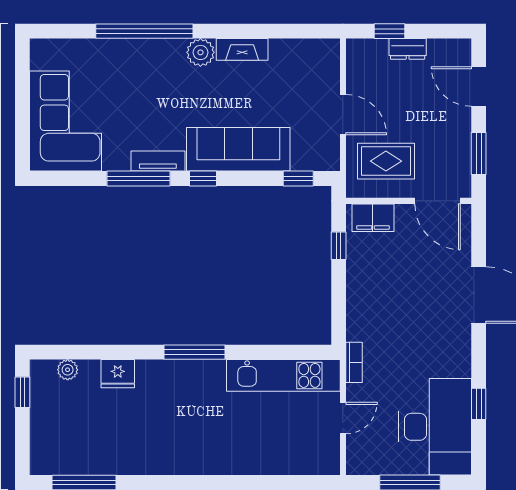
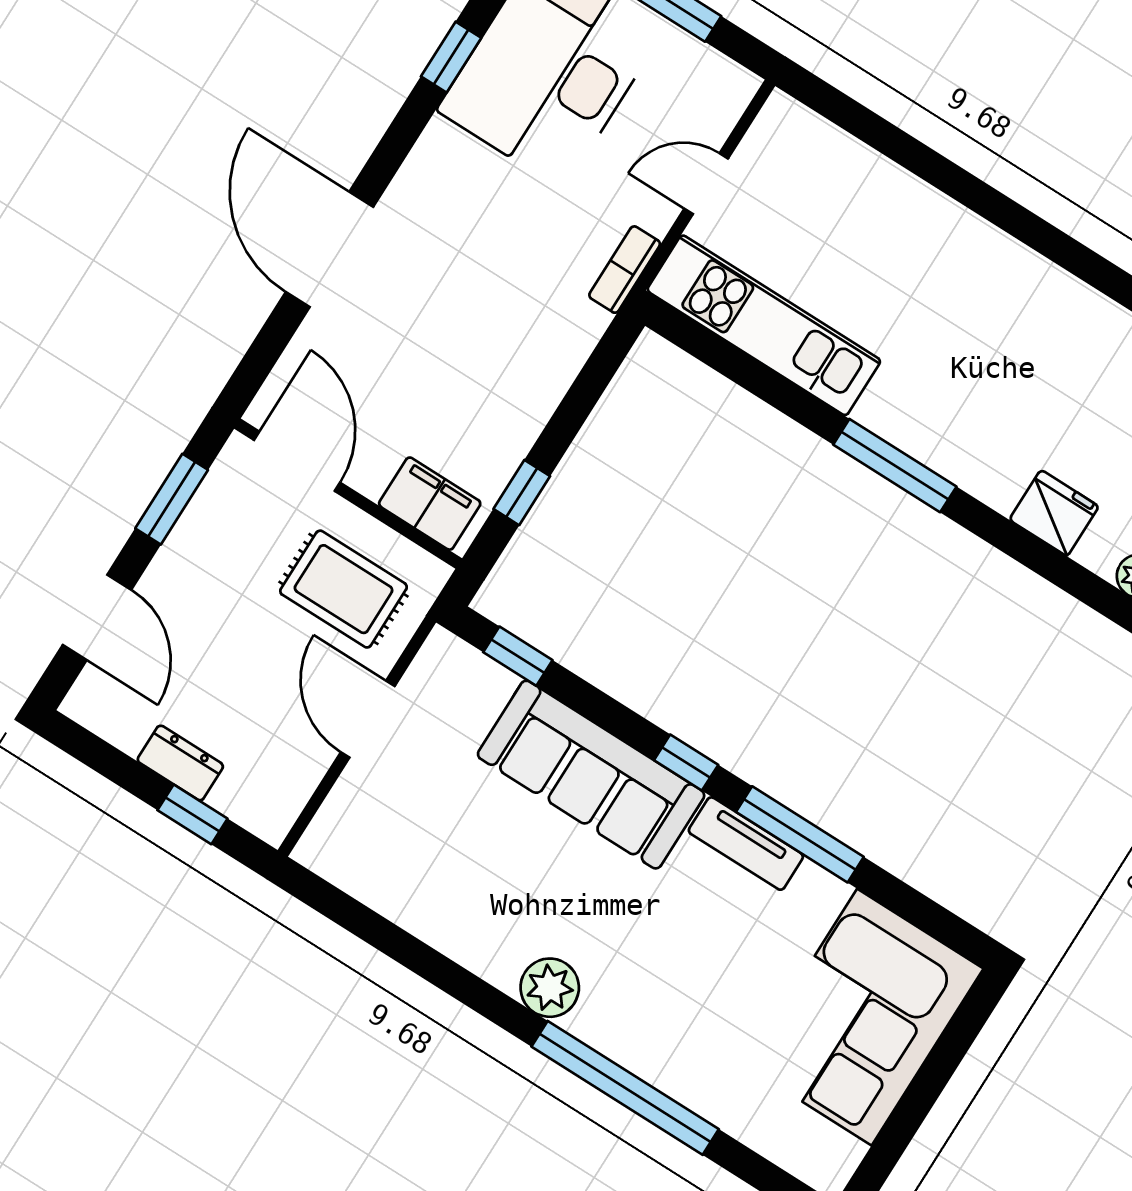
fireplace: (242, 49) -> (473, 947), removed

